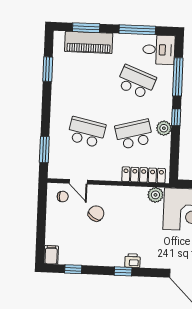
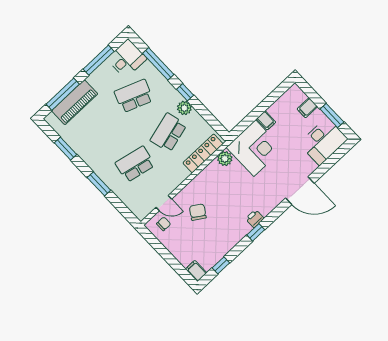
window: (86, 28) -> (63, 94), width x1.44
window: (44, 150) -> (99, 184), moved

